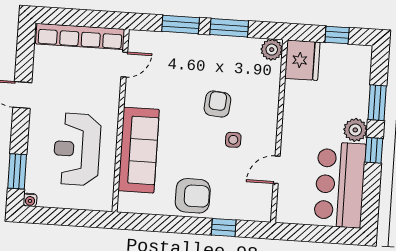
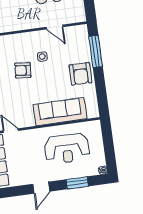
window: (17, 171) -> (77, 183), moved
armchair: (193, 196) -> (81, 74), turned 180
window: (224, 228) -> (96, 51), width x2.17

